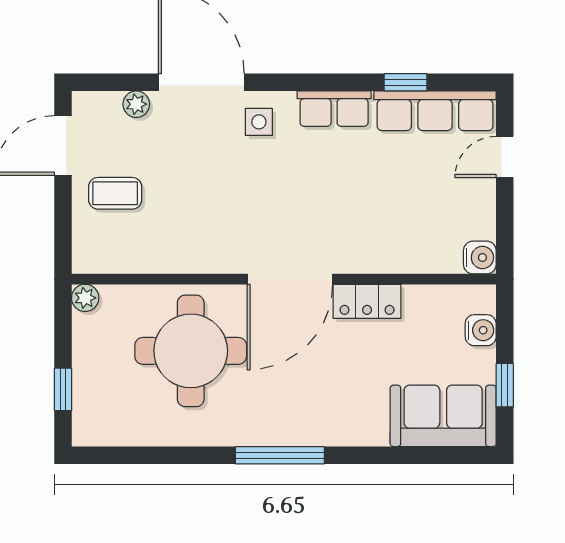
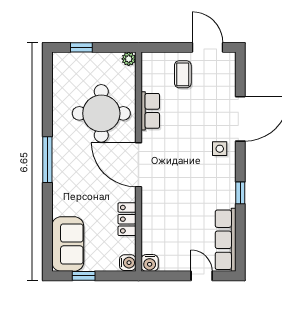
window: (406, 82) -> (240, 193), moved
plant: (136, 104) -> (229, 85), removed
row of seats: (334, 109) -> (150, 111), moved, turned 180
locker: (367, 301) -> (127, 219), moved
water cooler: (481, 330) -> (128, 263), moved, turned -90

